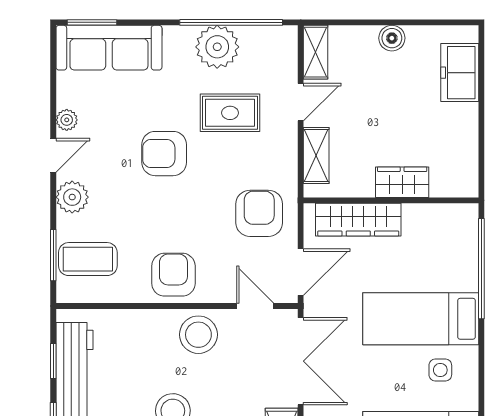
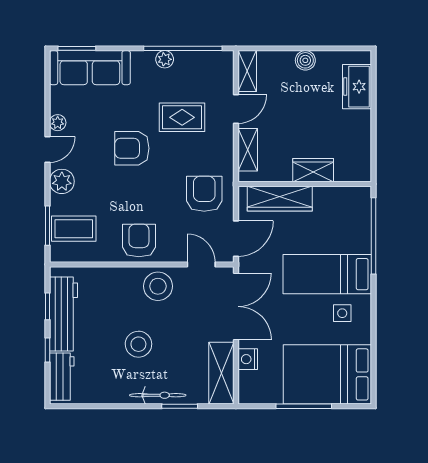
plant: (217, 47) -> (165, 59), width x0.53, depth x0.53

